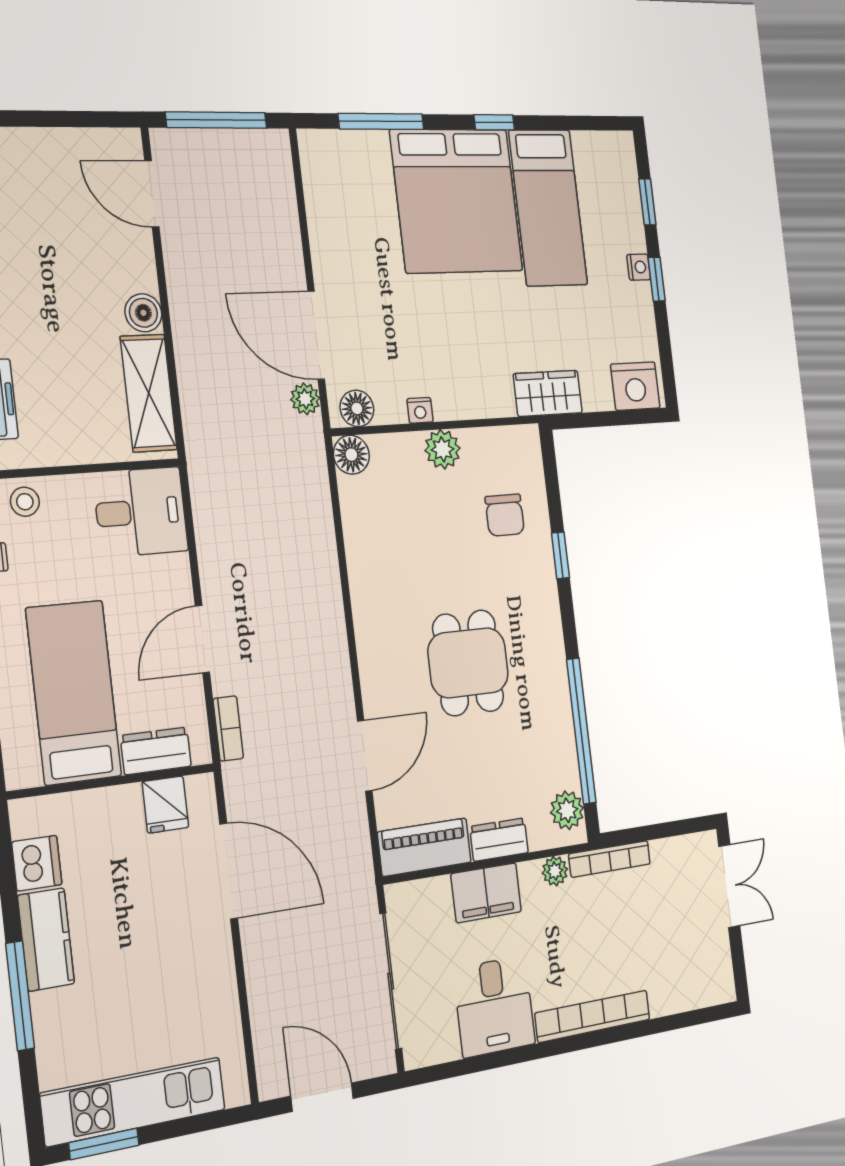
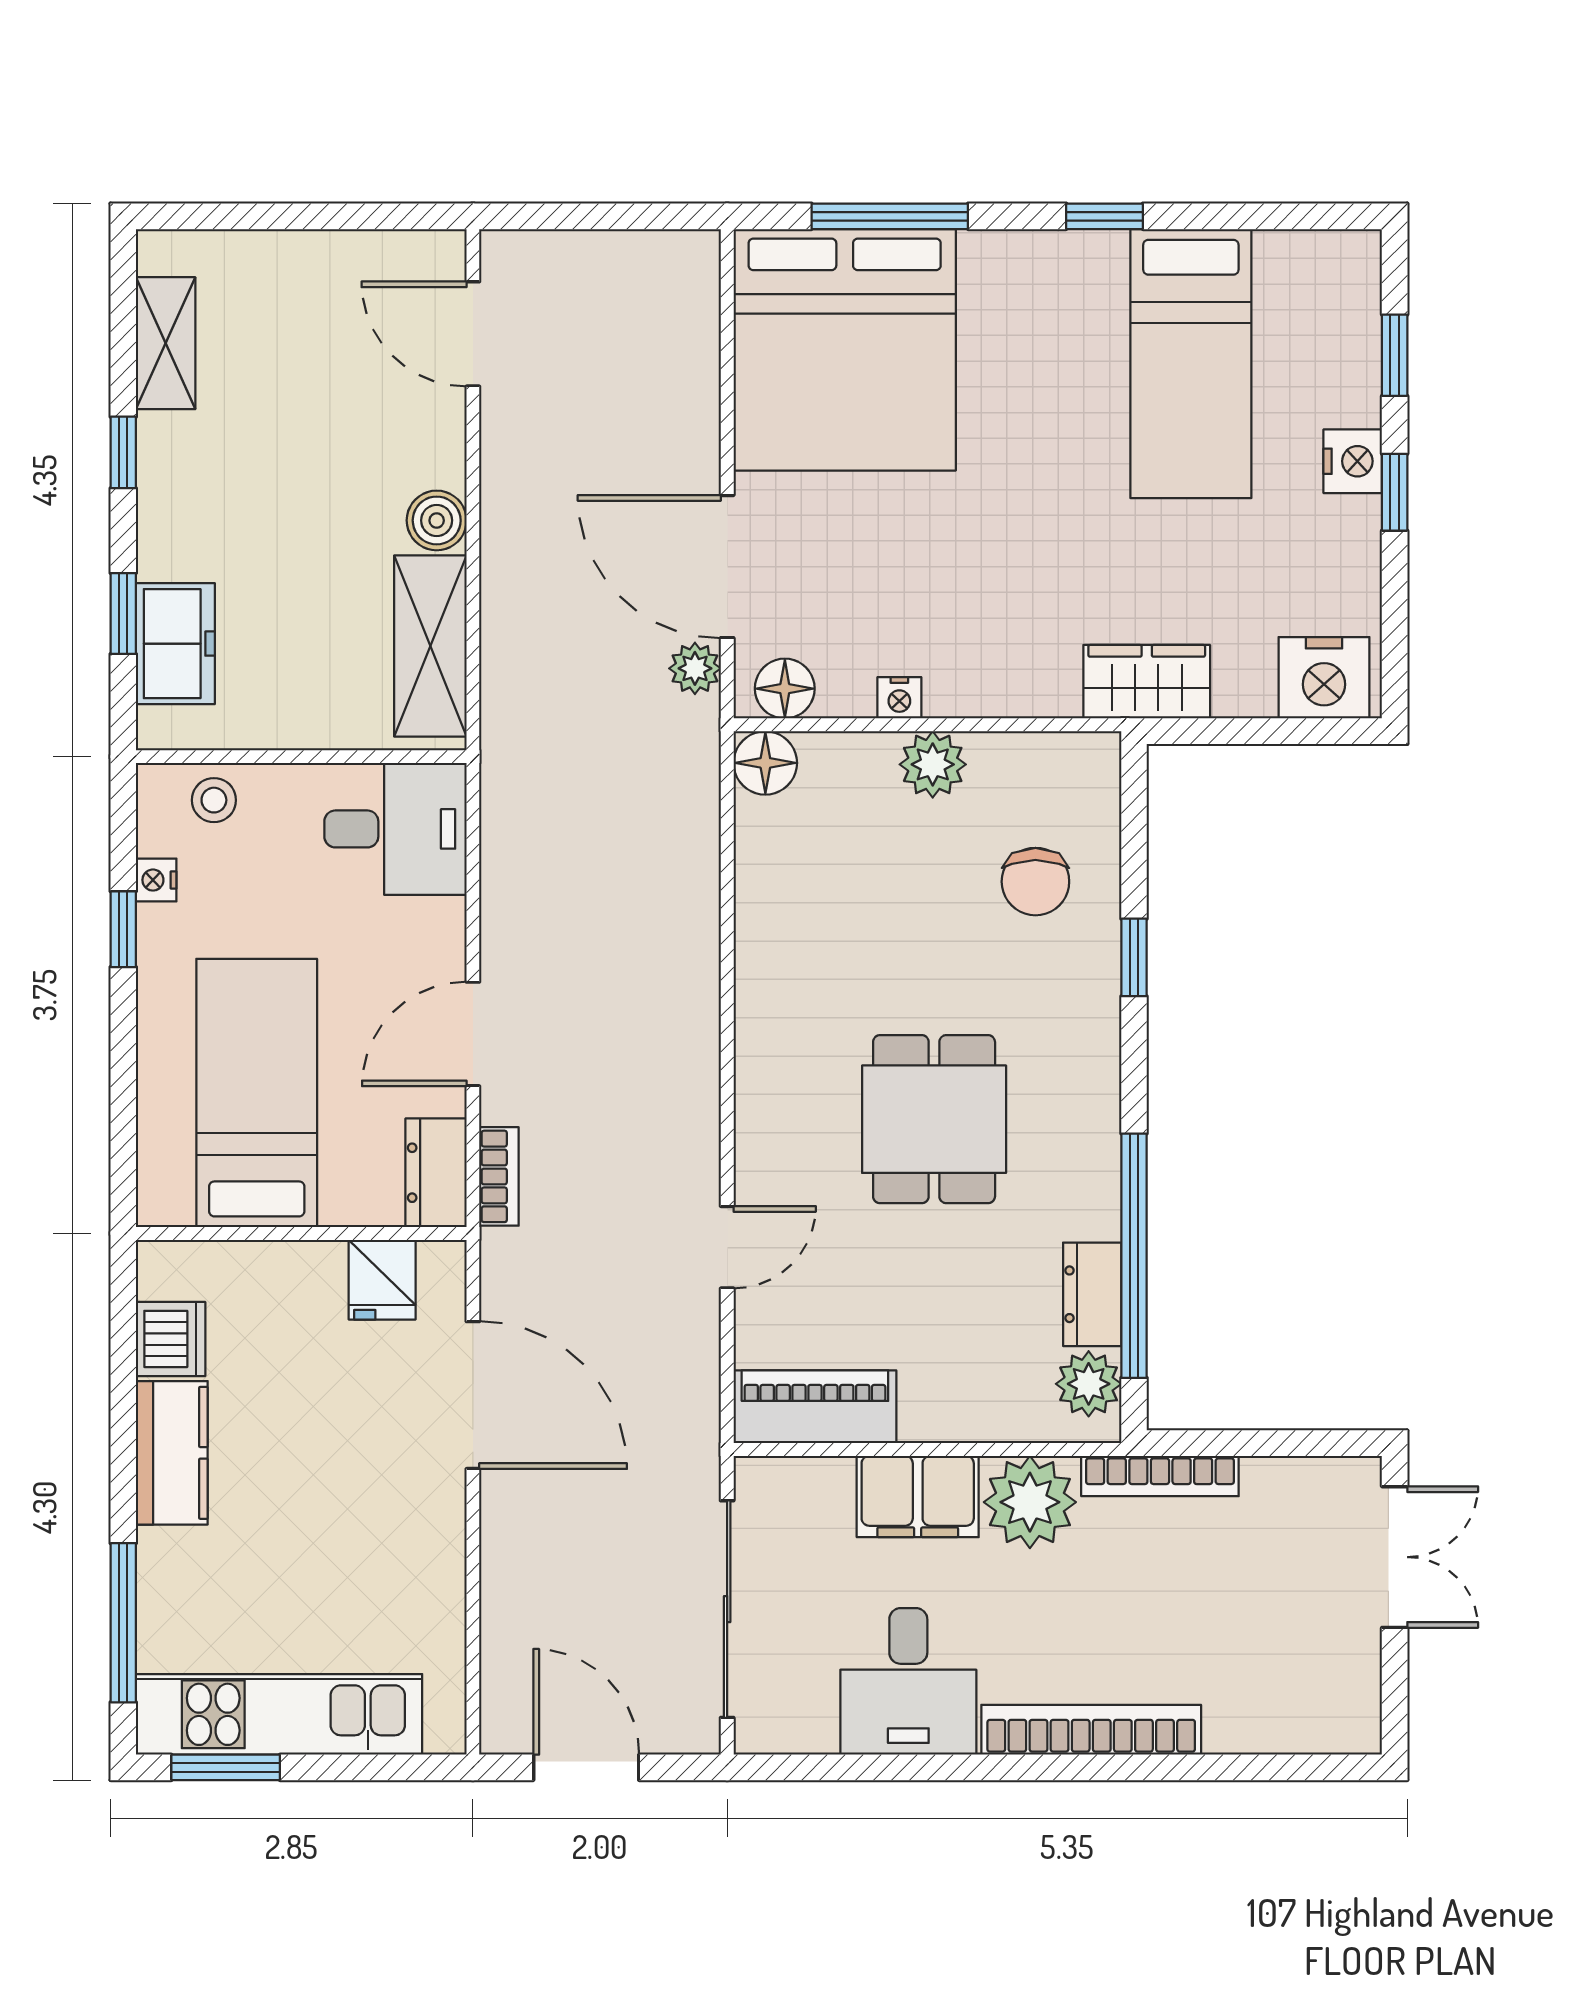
window: (216, 120) -> (596, 216), removed
bed: (457, 201) -> (845, 350), moved
nightstand: (639, 267) -> (1353, 461), width x1.39, depth x1.35
dresser: (156, 751) -> (436, 1173), moved, turned -90
door: (365, 756) -> (727, 1247), width x0.73
dresser: (499, 840) -> (1092, 1294), moved, turned -90
plant: (555, 871) -> (1030, 1502), width x1.88, depth x1.88
window: (20, 996) -> (123, 1623), moved

